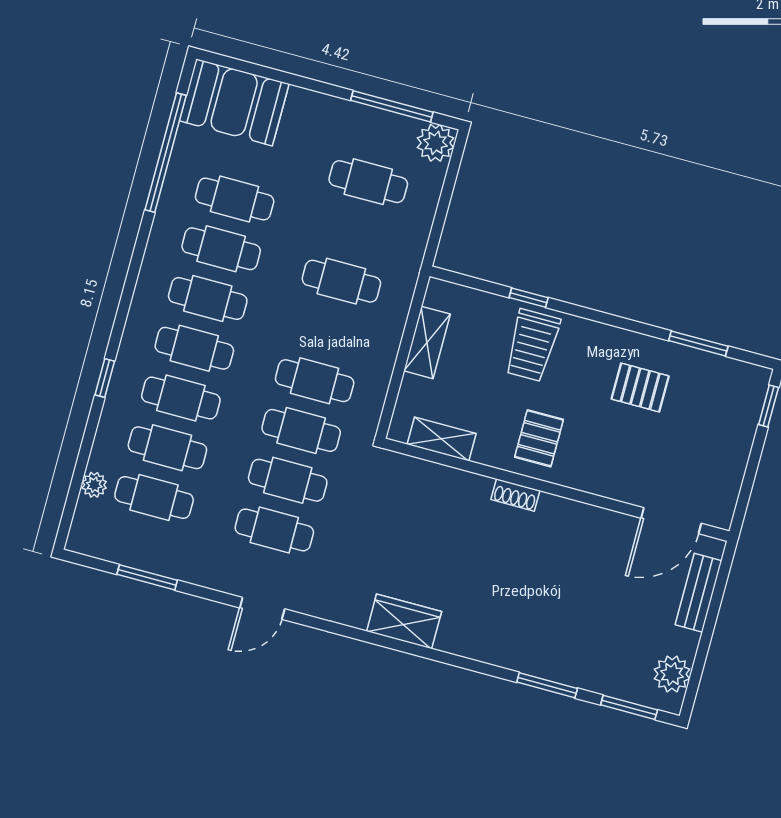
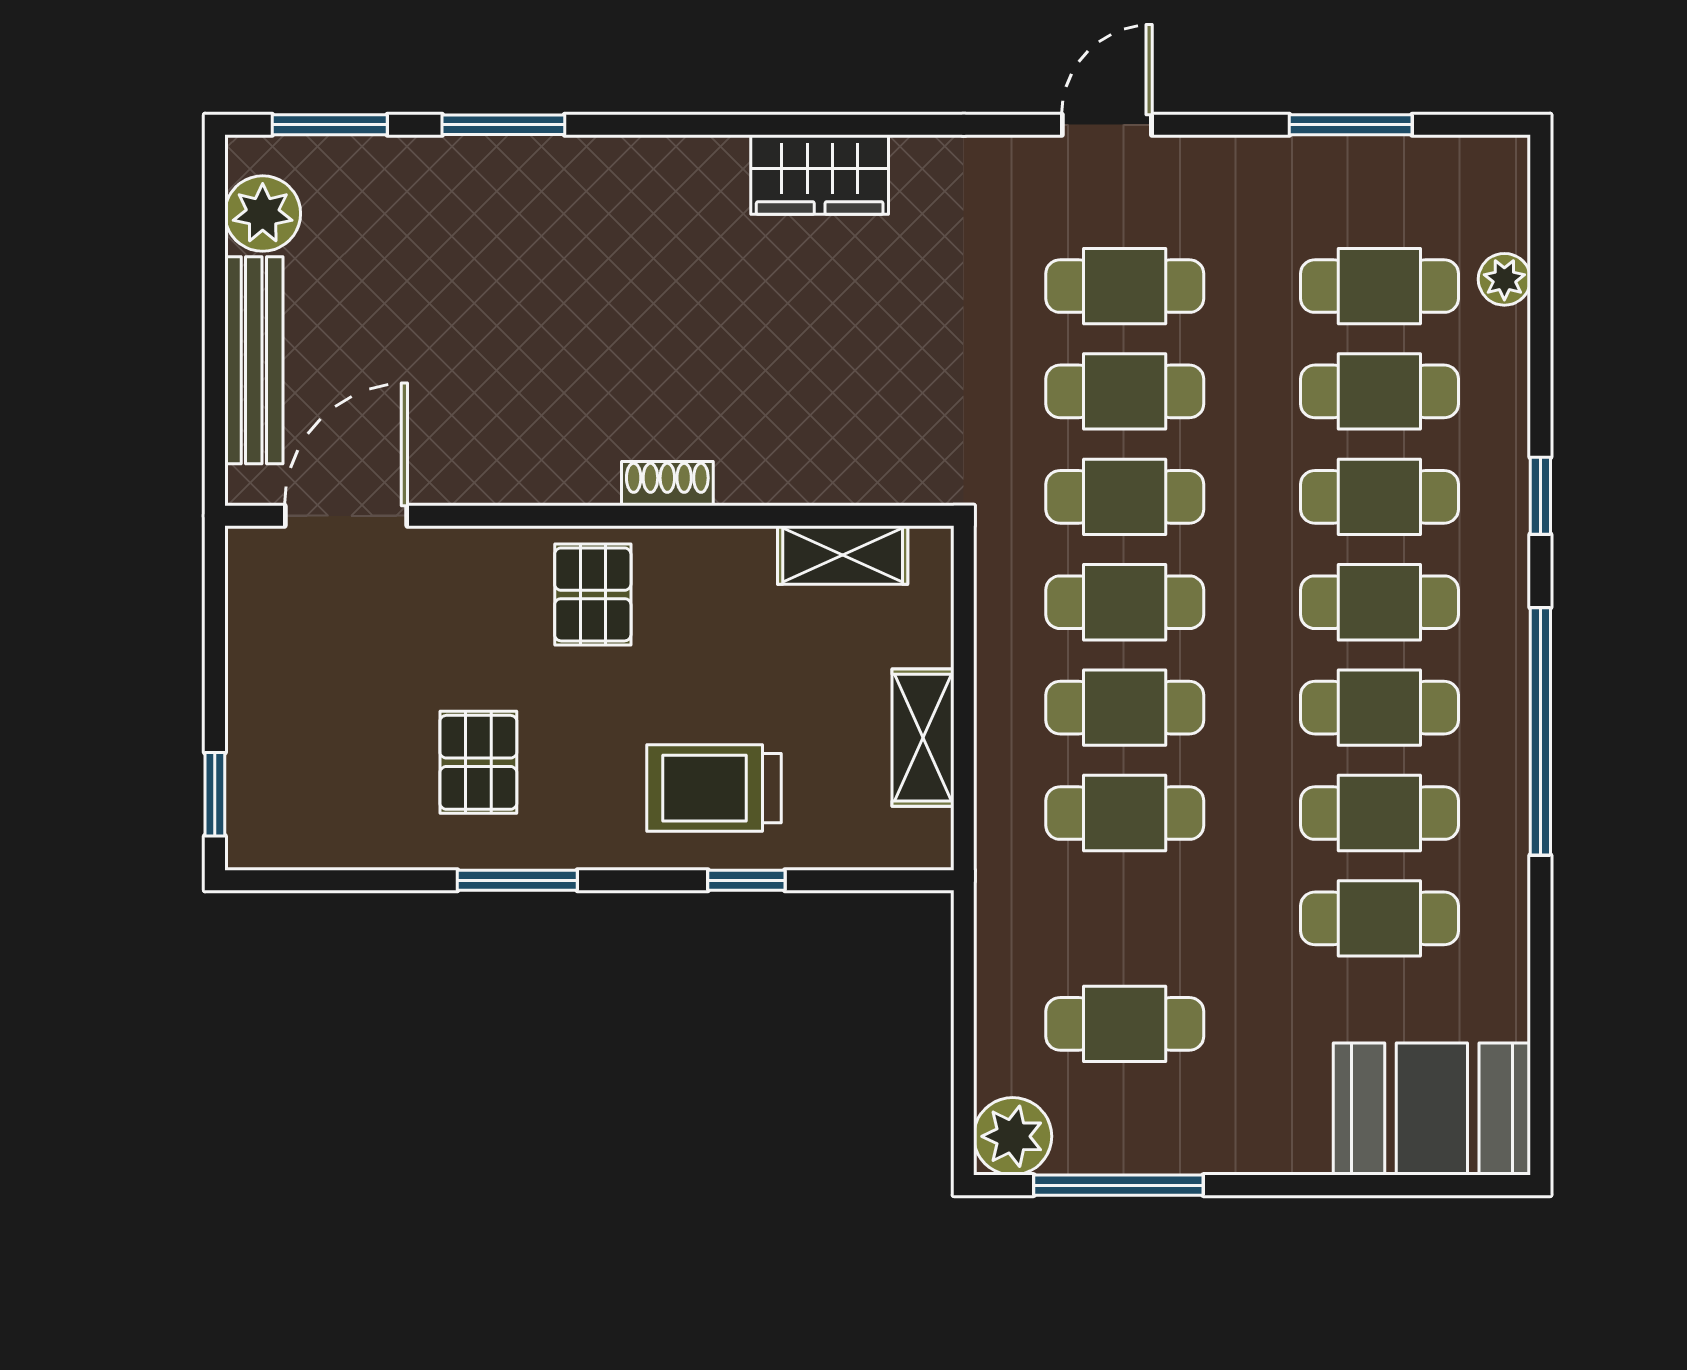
window: (166, 153) -> (1540, 731), moved
cafe table: (328, 331) -> (1125, 708), added
window: (698, 343) -> (517, 880), moved
trolley: (532, 345) -> (714, 788), turned -90
pallet: (640, 387) -> (478, 762), turned 90
pallet: (539, 438) -> (593, 594), moved
bench: (698, 593) -> (254, 360), width x1.36

